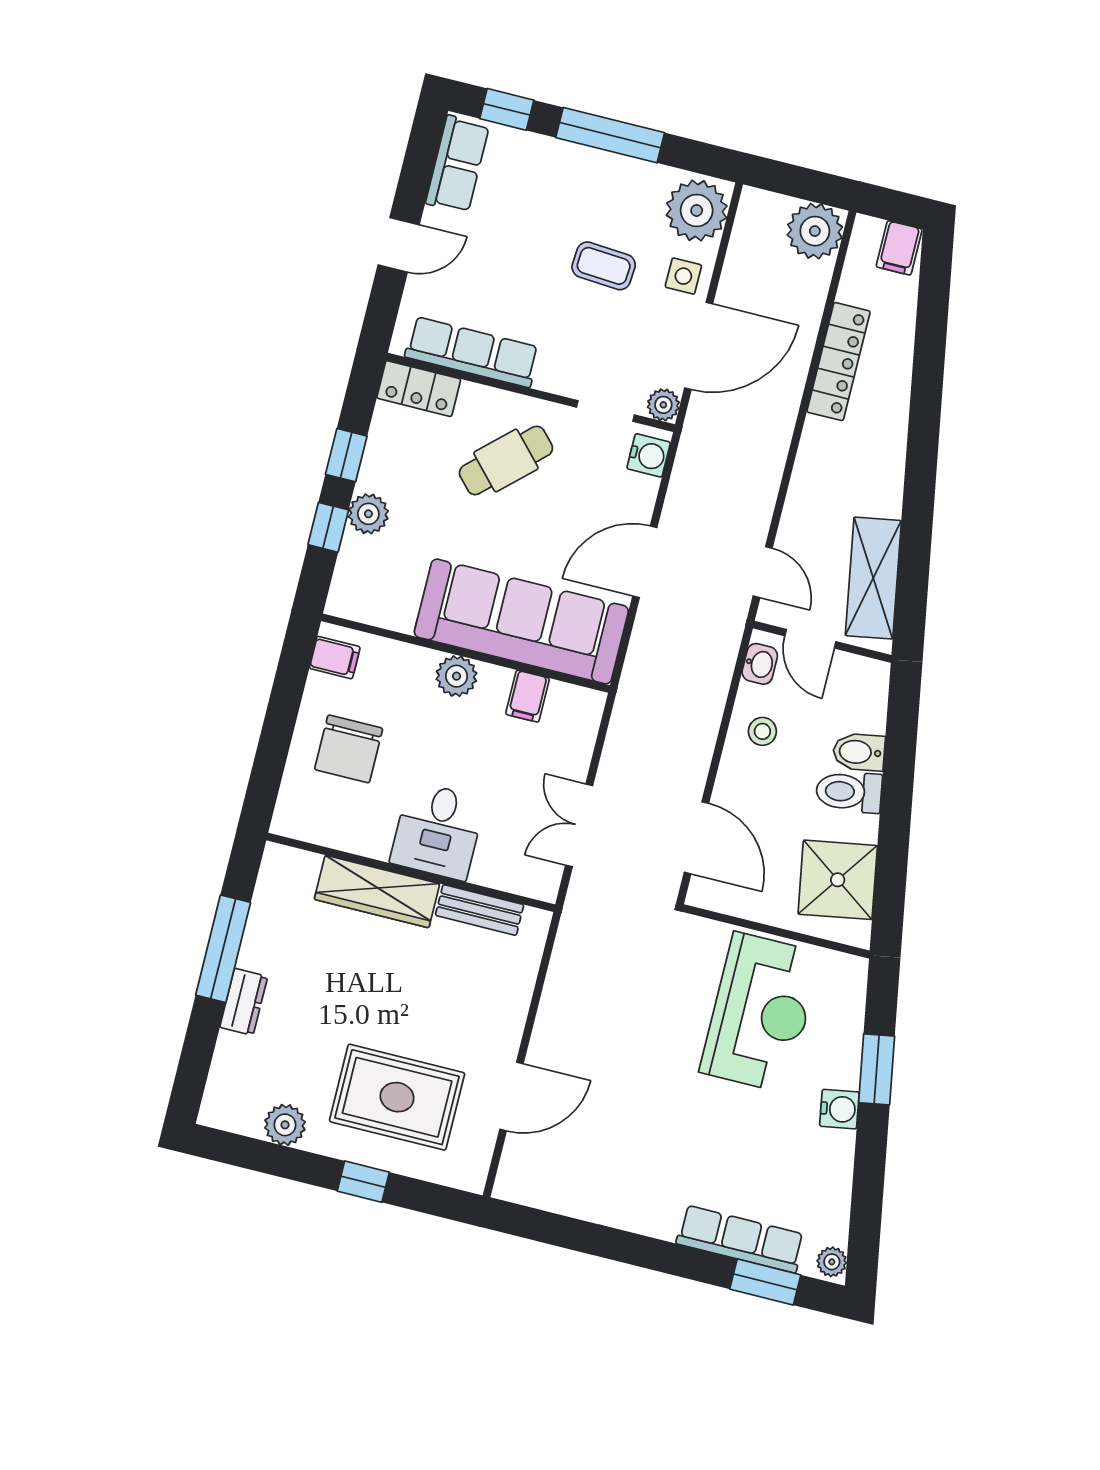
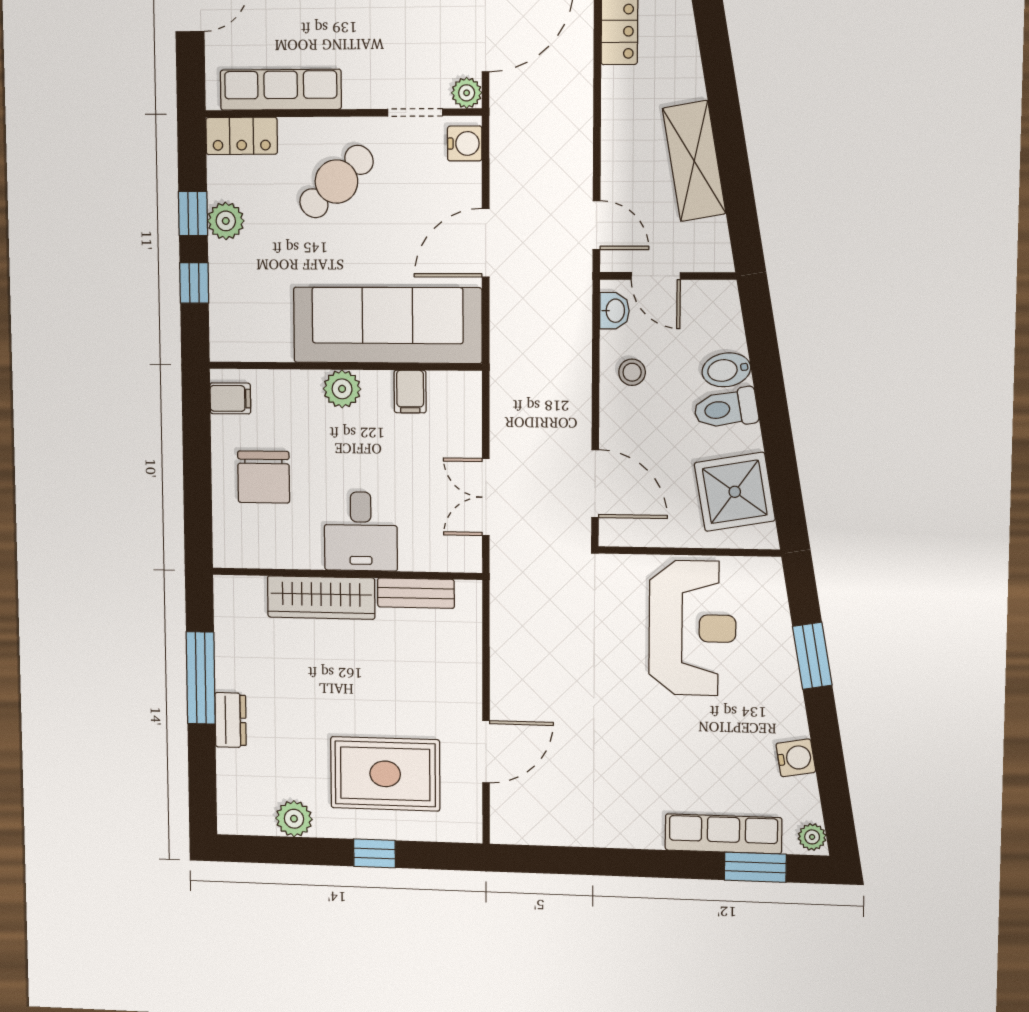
plant: (368, 514) -> (226, 221), moved
shelving: (873, 578) -> (694, 161), moved
water cooler: (839, 1109) -> (796, 758), moved

